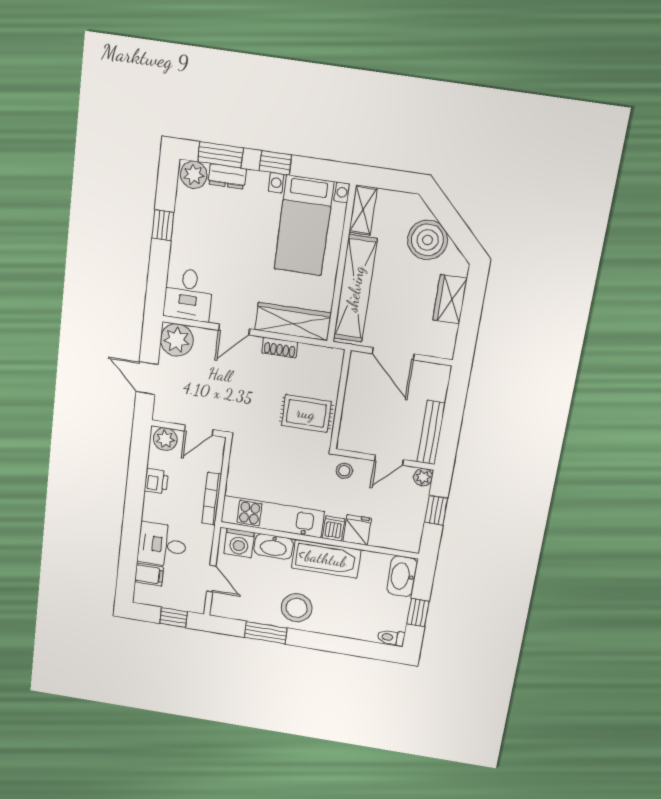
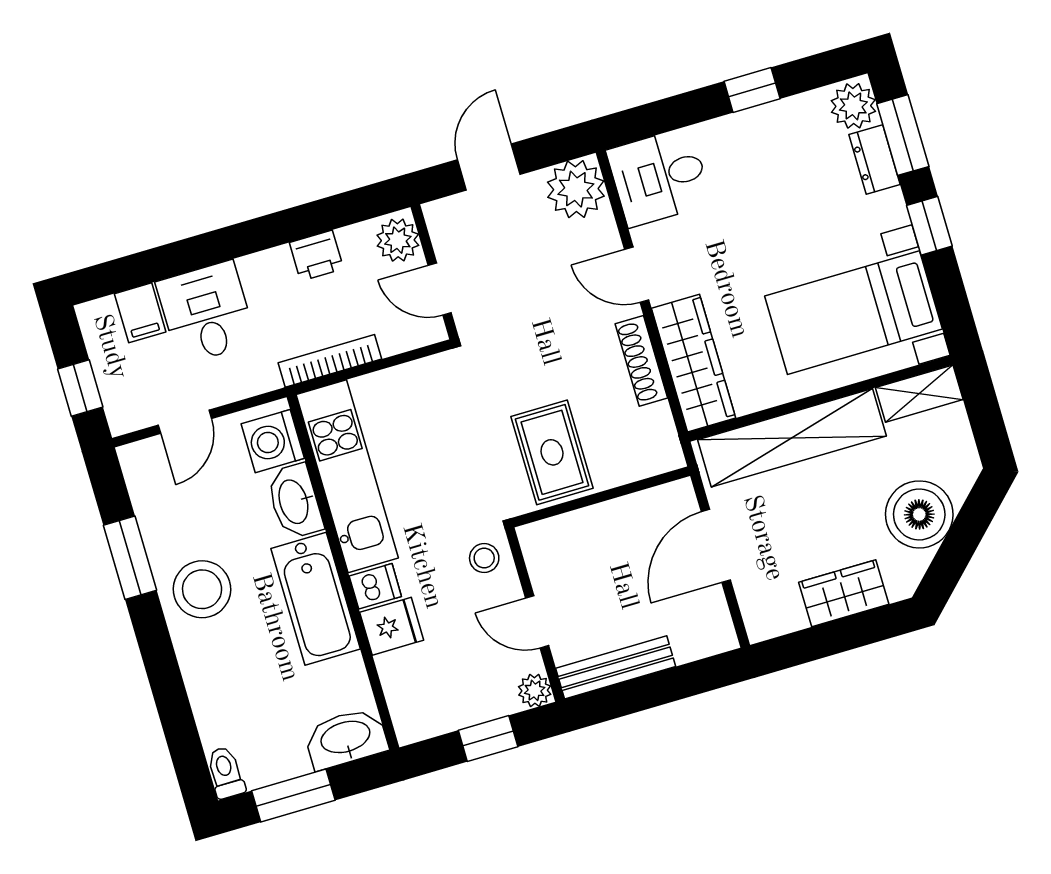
shoe rack: (280, 348) -> (641, 361), width x1.43
window: (418, 613) -> (293, 796), width x1.50

